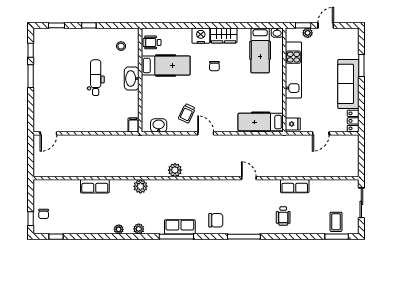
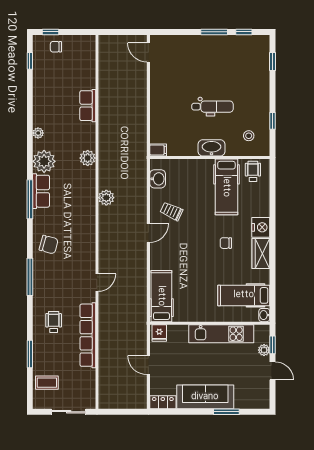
window: (89, 25) -> (273, 121), moved
row of seats: (295, 186) -> (88, 335), width x2.02
wheelchair: (283, 216) -> (54, 322), turned 90
chair: (216, 220) -> (49, 245), turned -75
row of seats: (180, 227) -> (41, 191), moved
plant: (139, 229) -> (44, 161), width x1.88, depth x1.88
window: (337, 237) -> (30, 354), moved

